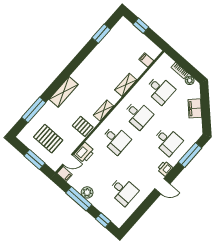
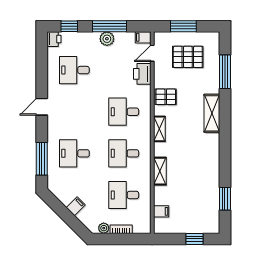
filing cabinet: (195, 108) -> (76, 206), width x0.50
printer: (165, 169) -> (54, 39), moved

